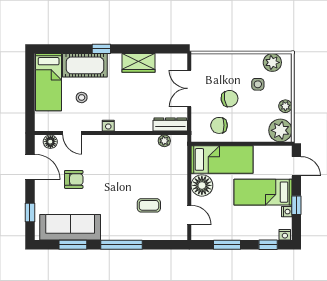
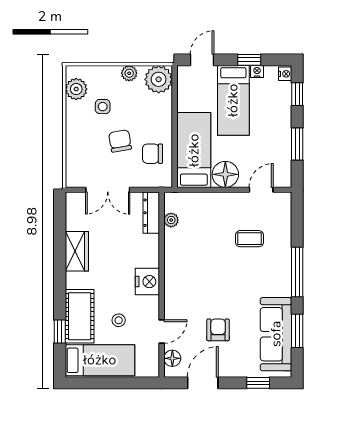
window: (101, 49) -> (60, 332), moved
chair: (219, 125) -> (153, 154), turned 90
nightstand: (108, 126) -> (147, 282), width x1.89, depth x1.79
coffee table: (149, 205) -> (249, 239), turned 90

